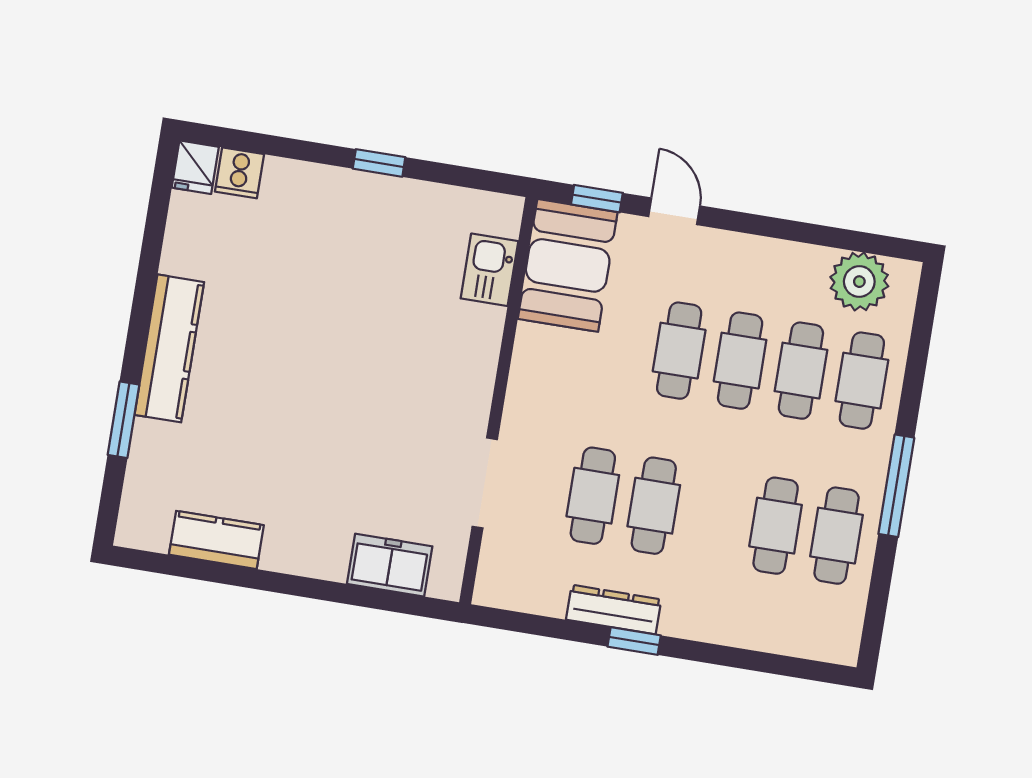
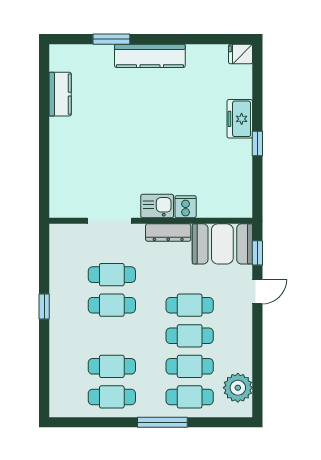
cooker: (239, 173) -> (186, 207), moved, turned 90
kitchen sink: (489, 270) -> (157, 206), moved
window: (896, 486) -> (162, 422), moved
freezer: (390, 565) -> (240, 119), moved, turned 180
dresser: (614, 610) -> (168, 233), moved, turned 90

